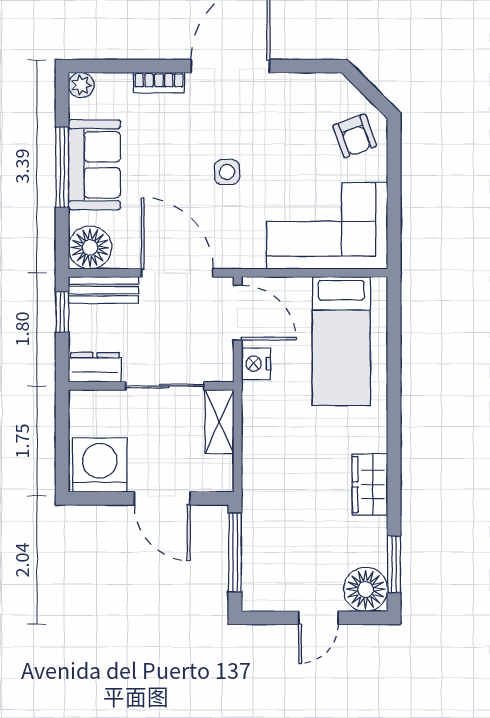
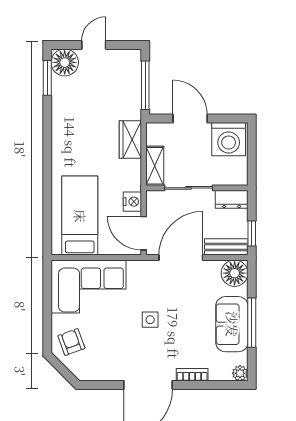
door: (177, 273) -> (181, 258), swing flipped
wardrobe: (370, 484) -> (130, 140), moved, turned 180

